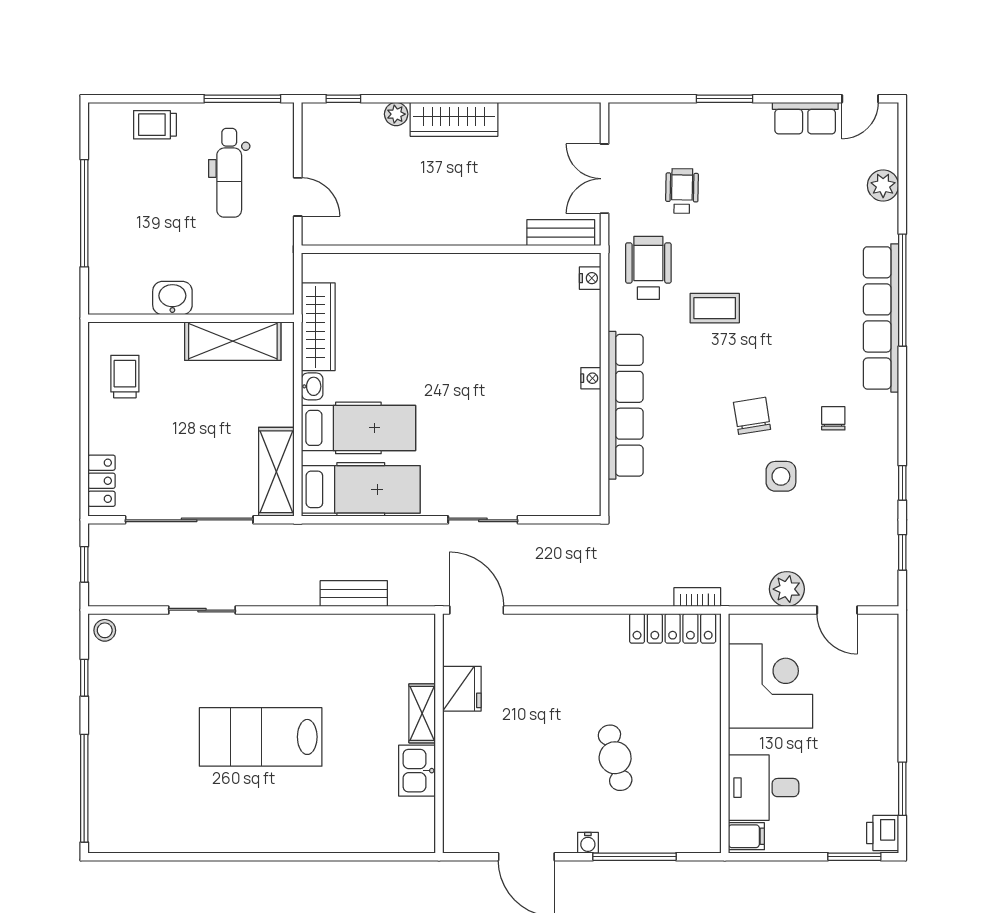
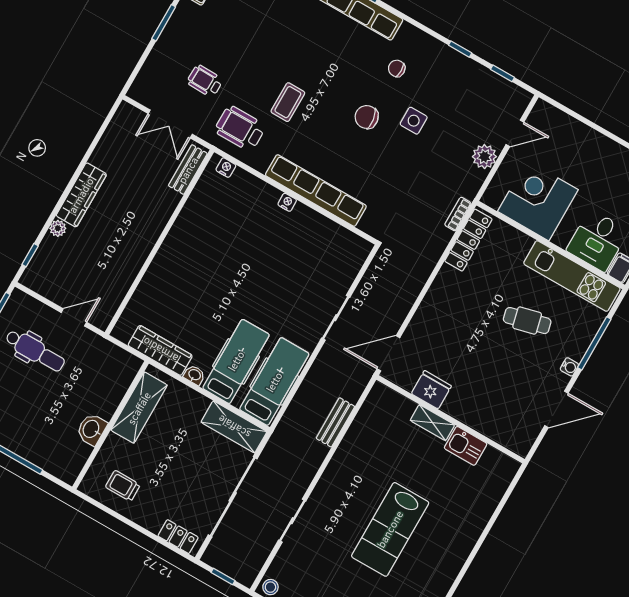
kitchen unit: (702, 781) -> (572, 276), added

